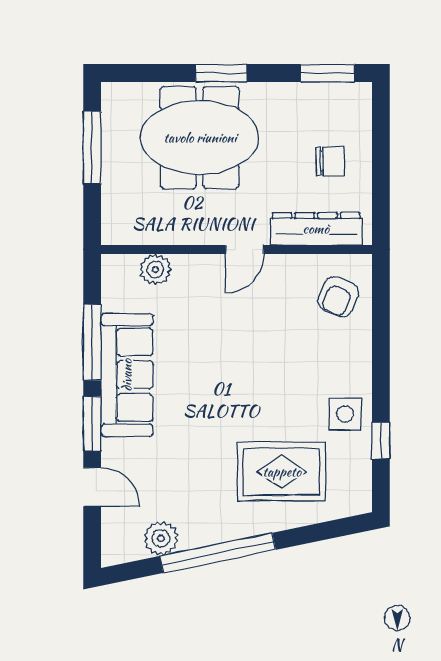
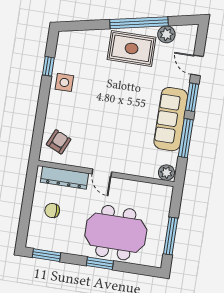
door: (245, 250) -> (102, 173), swing flipped
plant: (155, 269) -> (166, 173), moved
rug: (282, 472) -> (132, 48), moved

